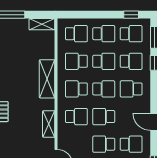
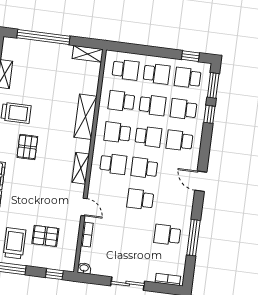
school desk: (131, 34) -> (188, 78), turned 180
school desk: (131, 61) -> (184, 109), turned 180
school desk: (131, 144) -> (171, 203), removed

